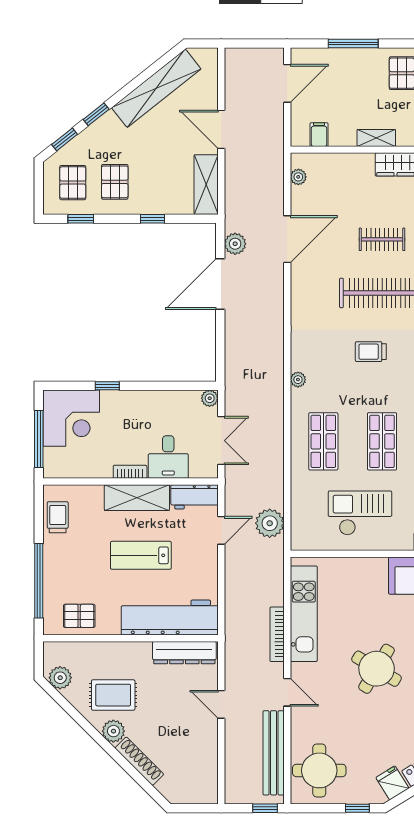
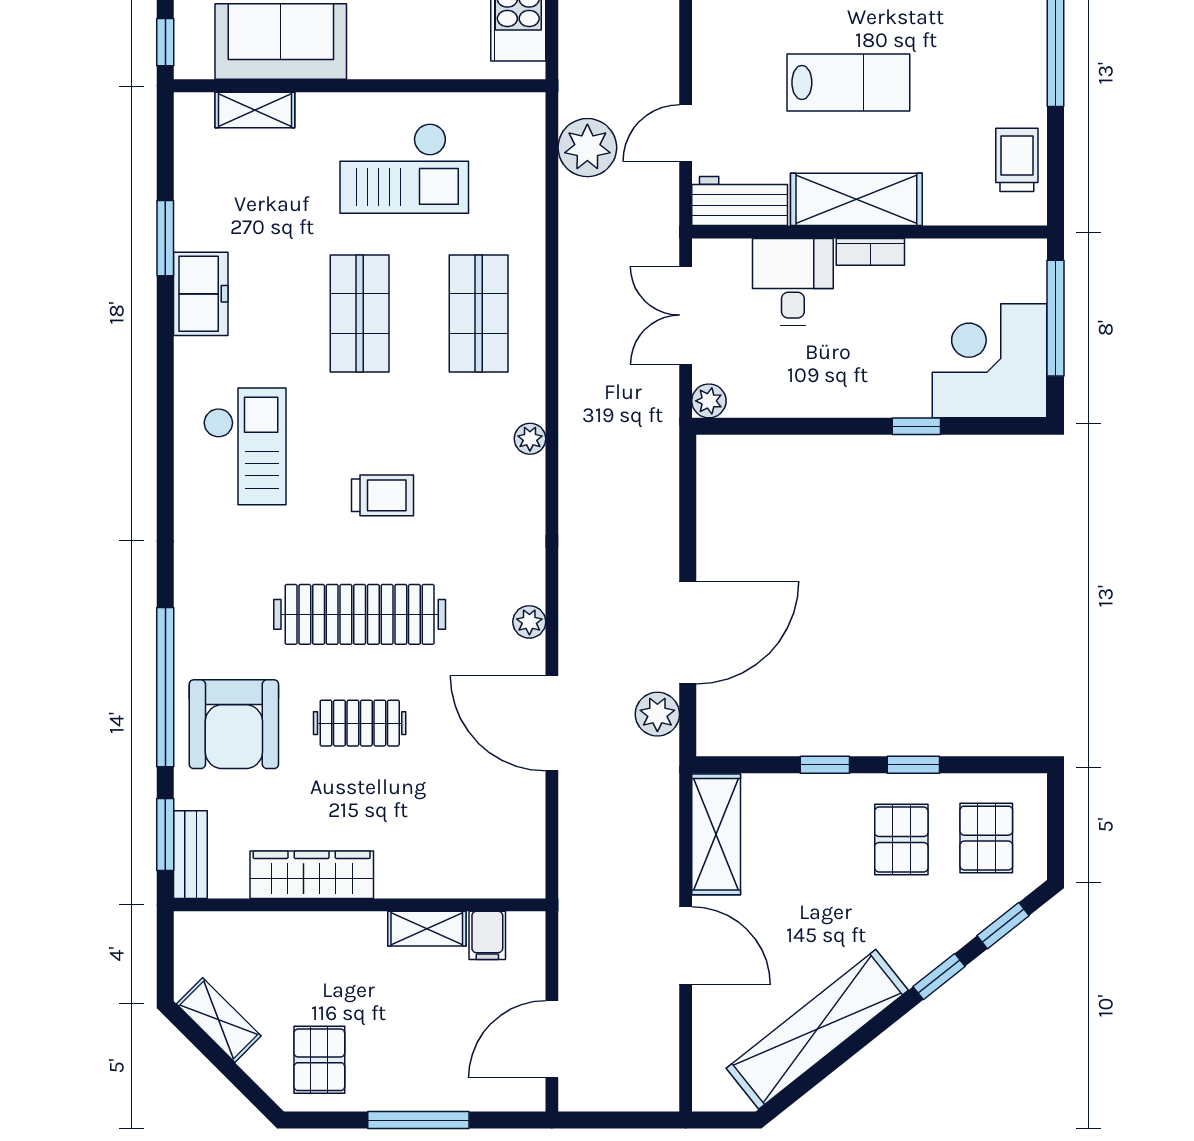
shelving: (376, 138) -> (427, 929), moved
plant: (298, 177) -> (529, 622), moved
window: (81, 219) -> (913, 765), moved
door: (287, 239) -> (552, 723), hinge flipped
trolley: (58, 517) -> (1017, 160), turned 180

